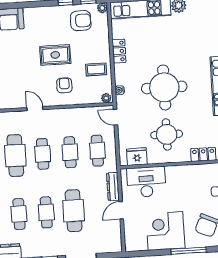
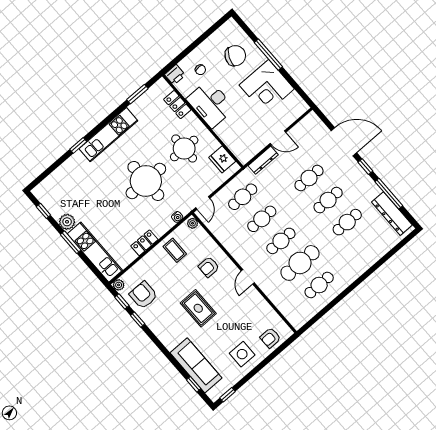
rug: (55, 55) -> (198, 308), moved
desk: (146, 182) -> (211, 104), moved
cafe table: (74, 211) -> (309, 178), width x0.73, depth x0.74

